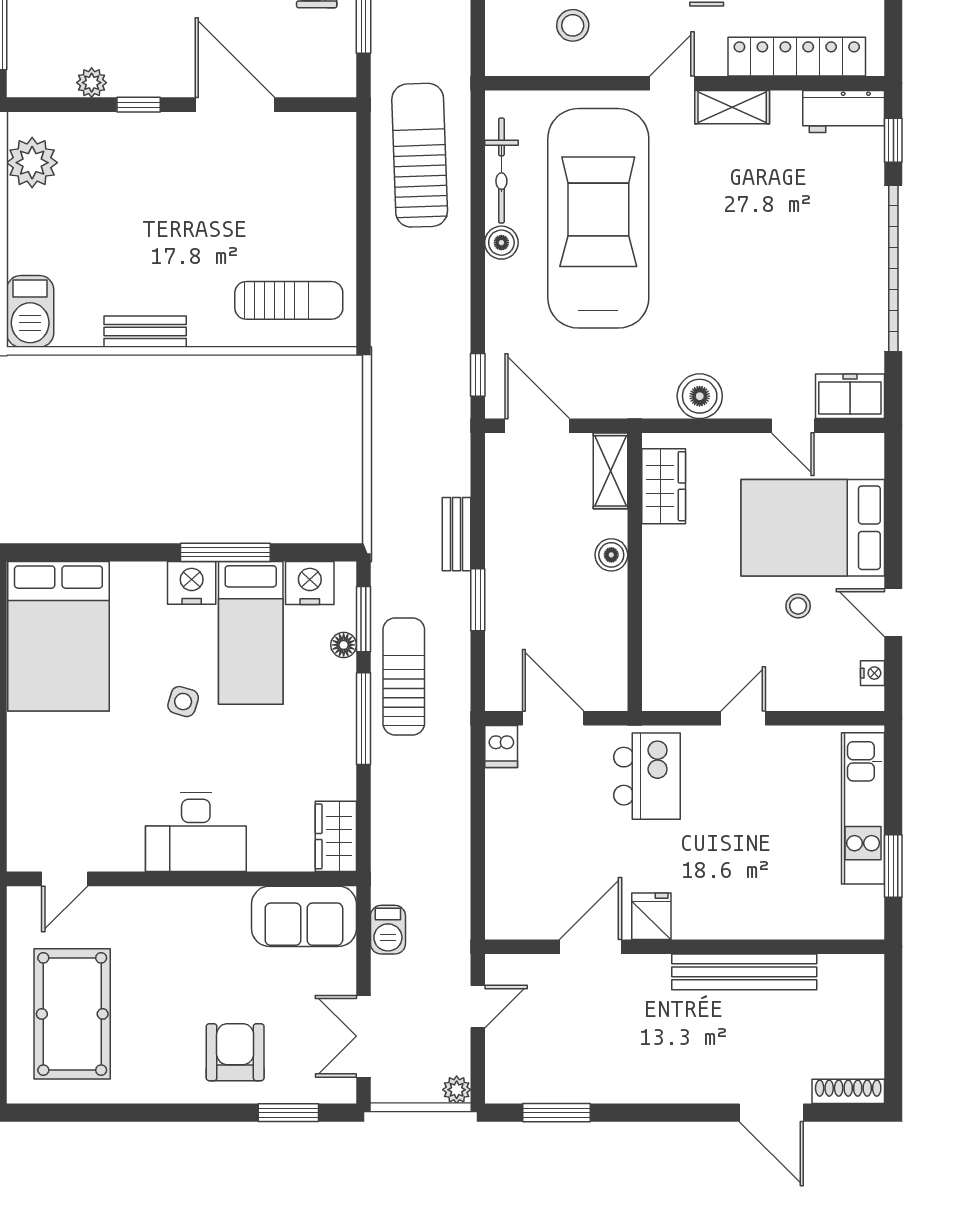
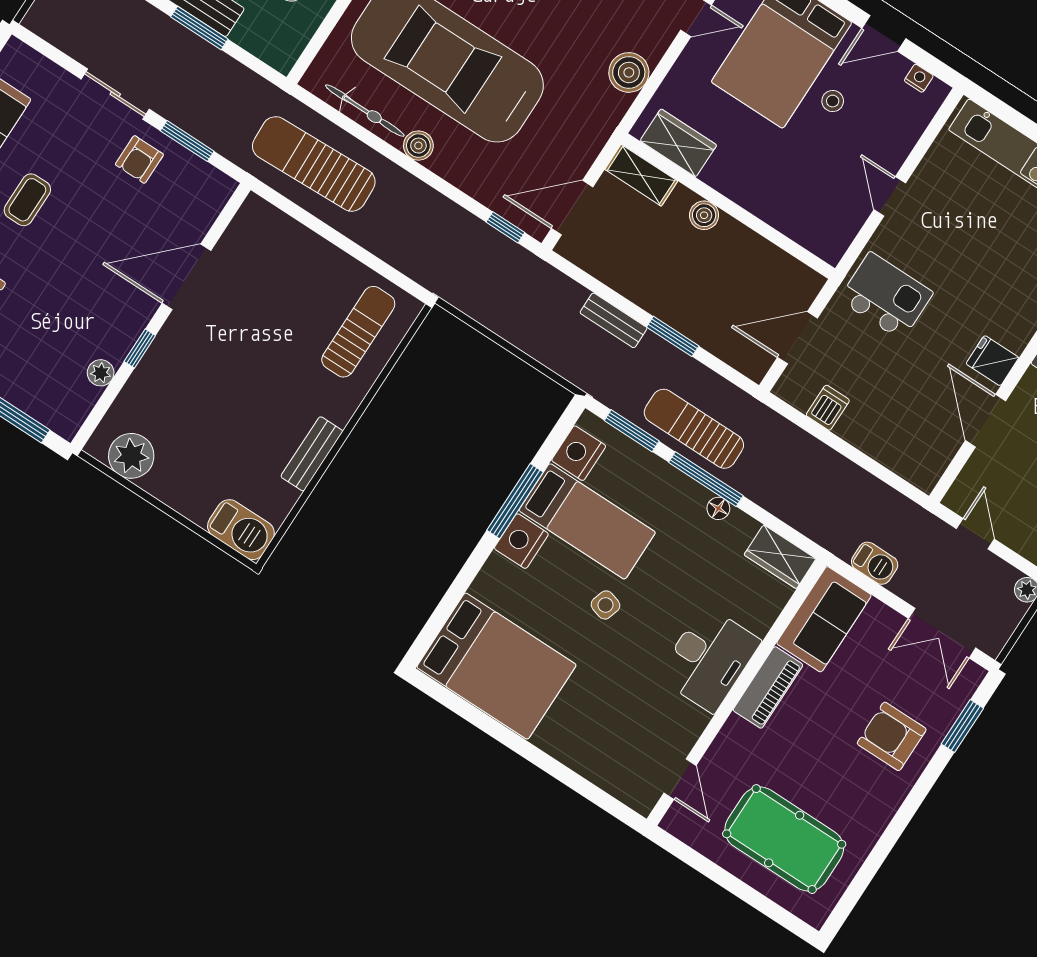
floor lamp: (344, 645) -> (718, 508), moved
dishwasher: (501, 746) -> (828, 408), moved, turned -90
piano: (205, 905) -> (768, 687), added

